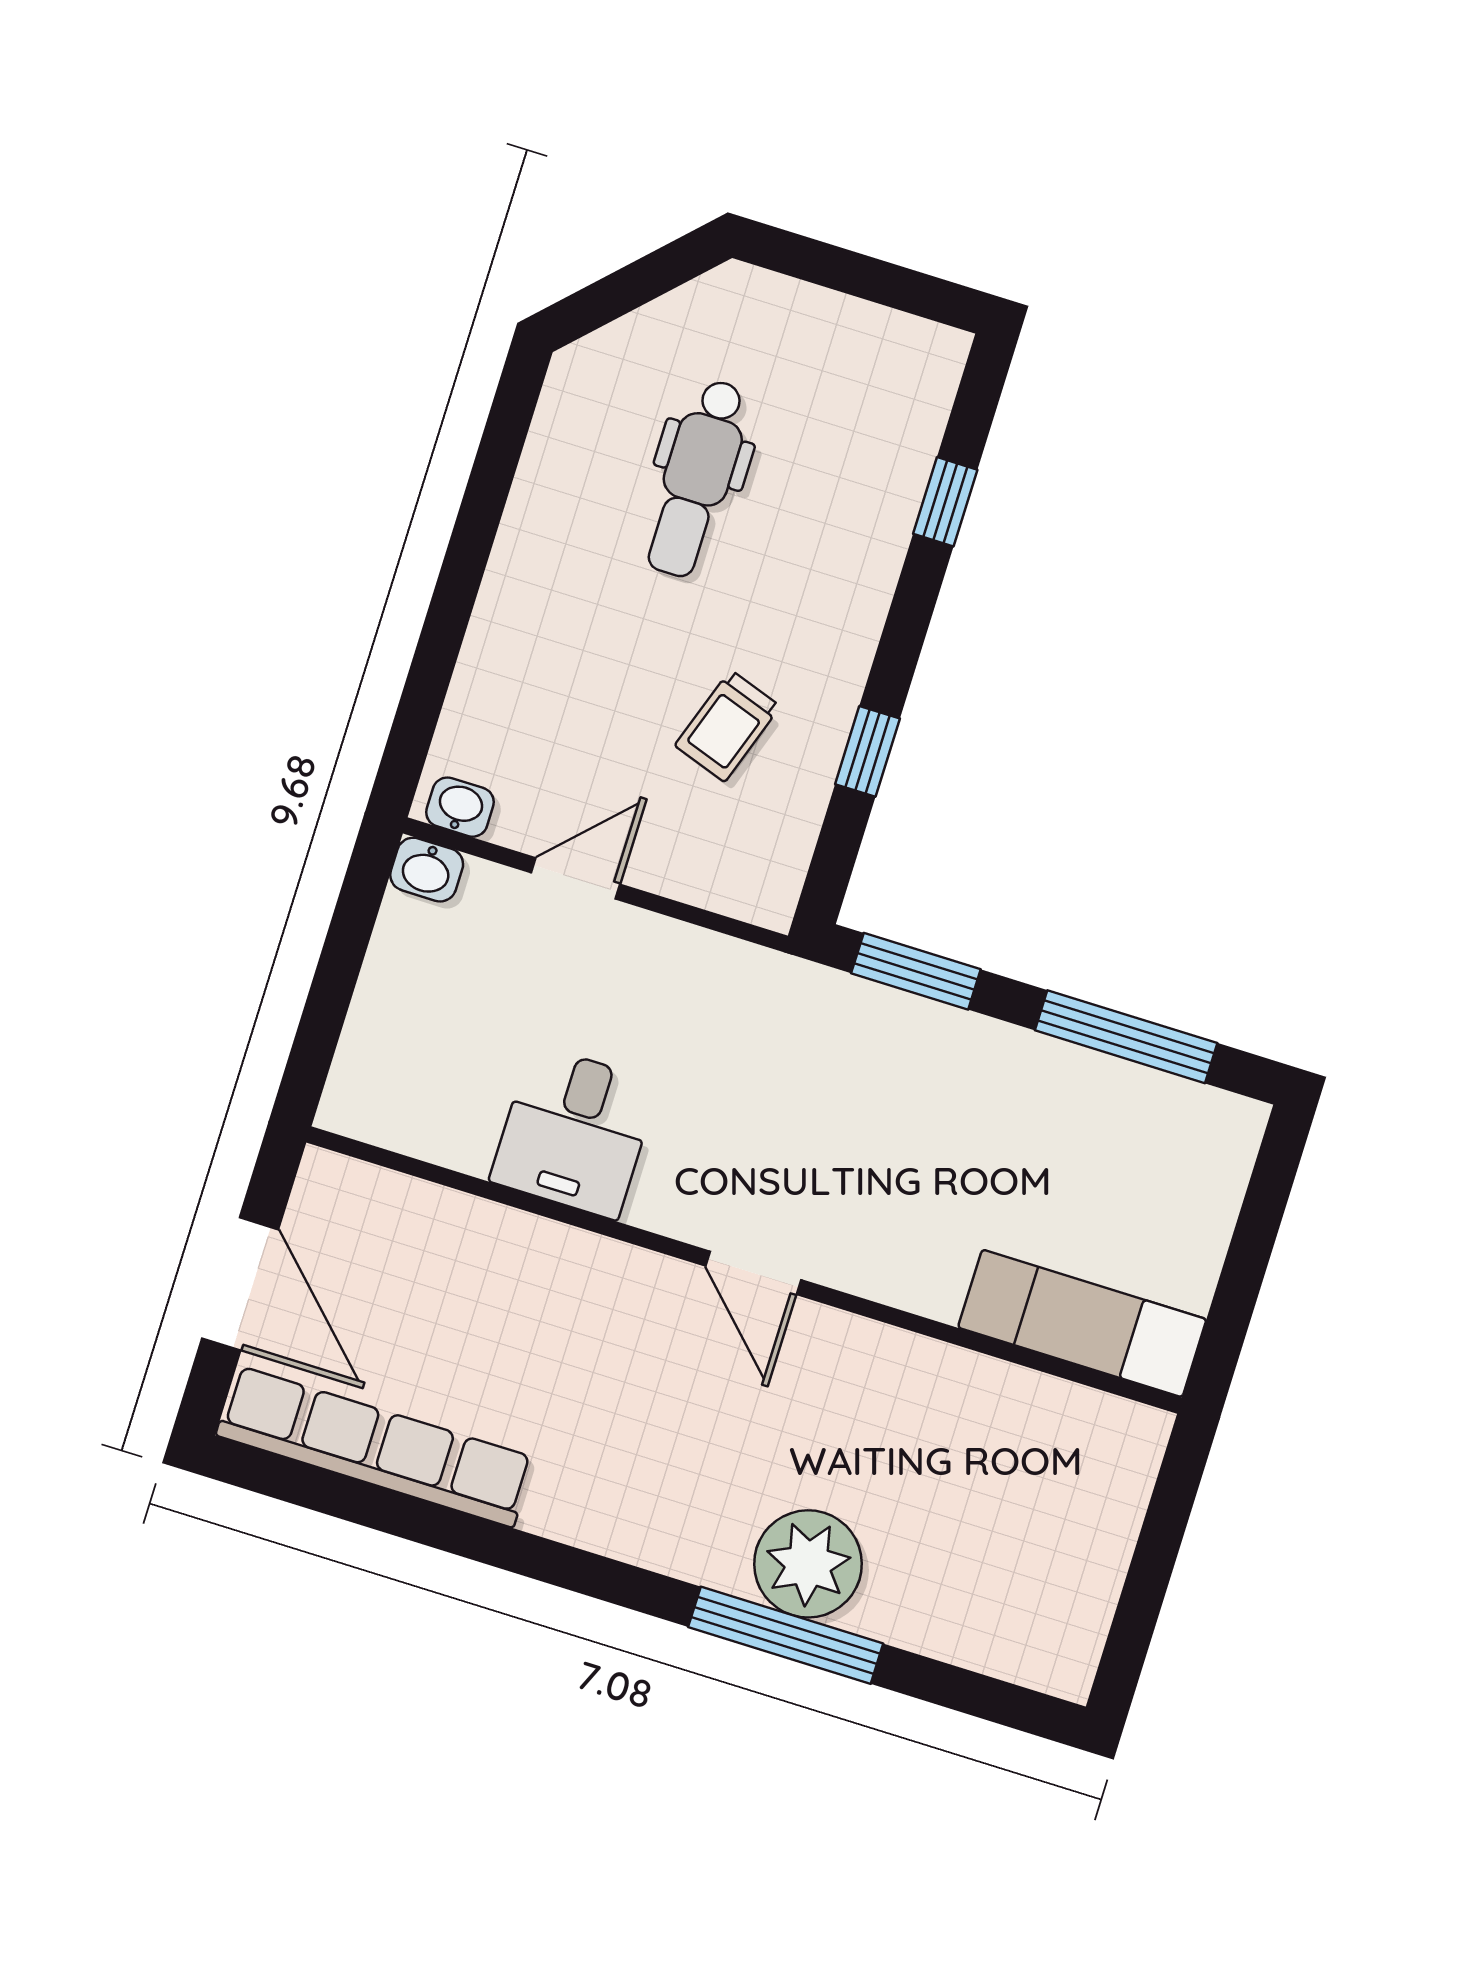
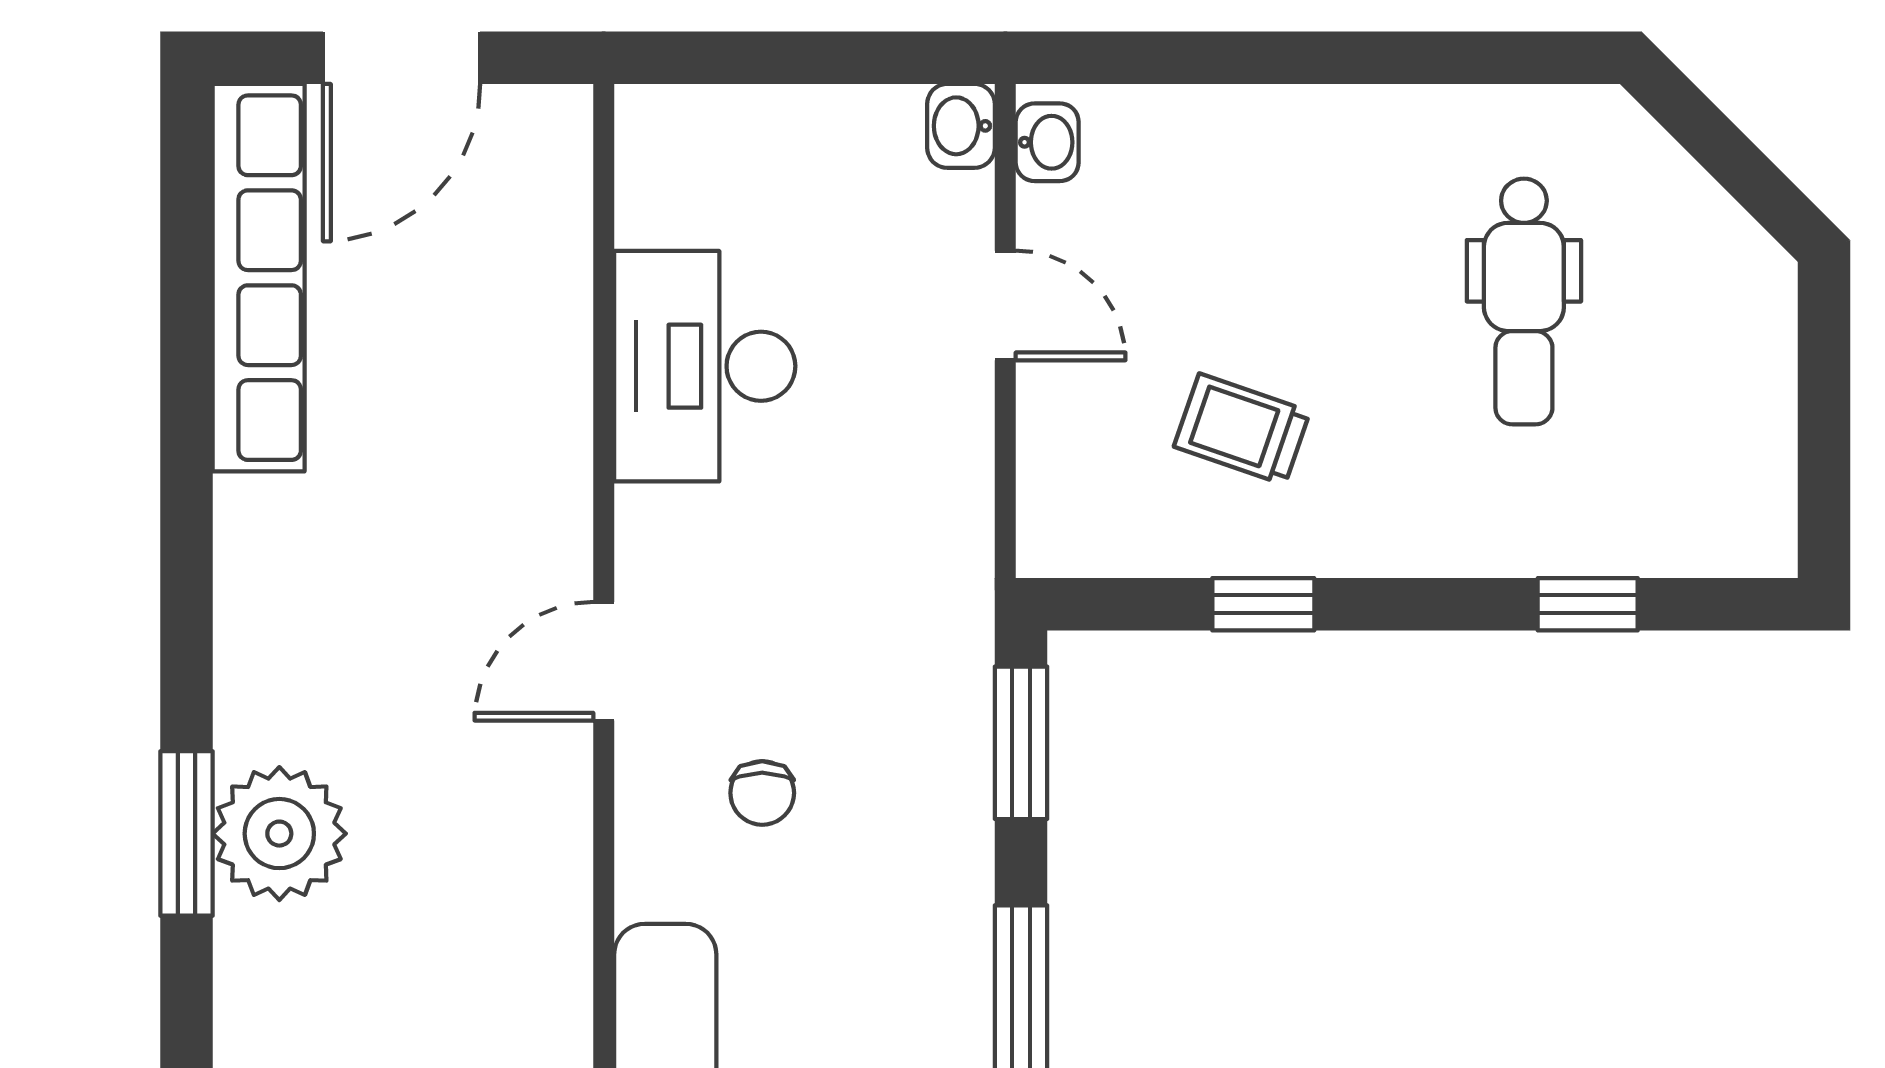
dental chair: (697, 478) -> (1524, 302), turned -90
desk: (574, 1132) -> (705, 366), width x1.37
chair: (893, 1182) -> (762, 793), added
window: (786, 1635) -> (187, 833), width x0.69

